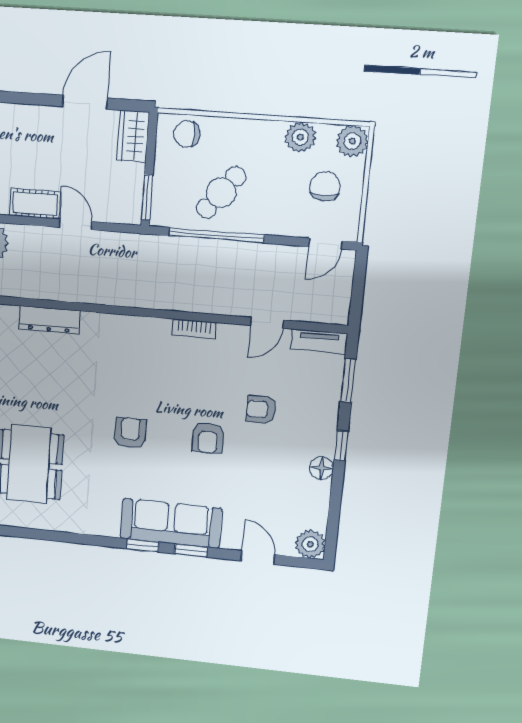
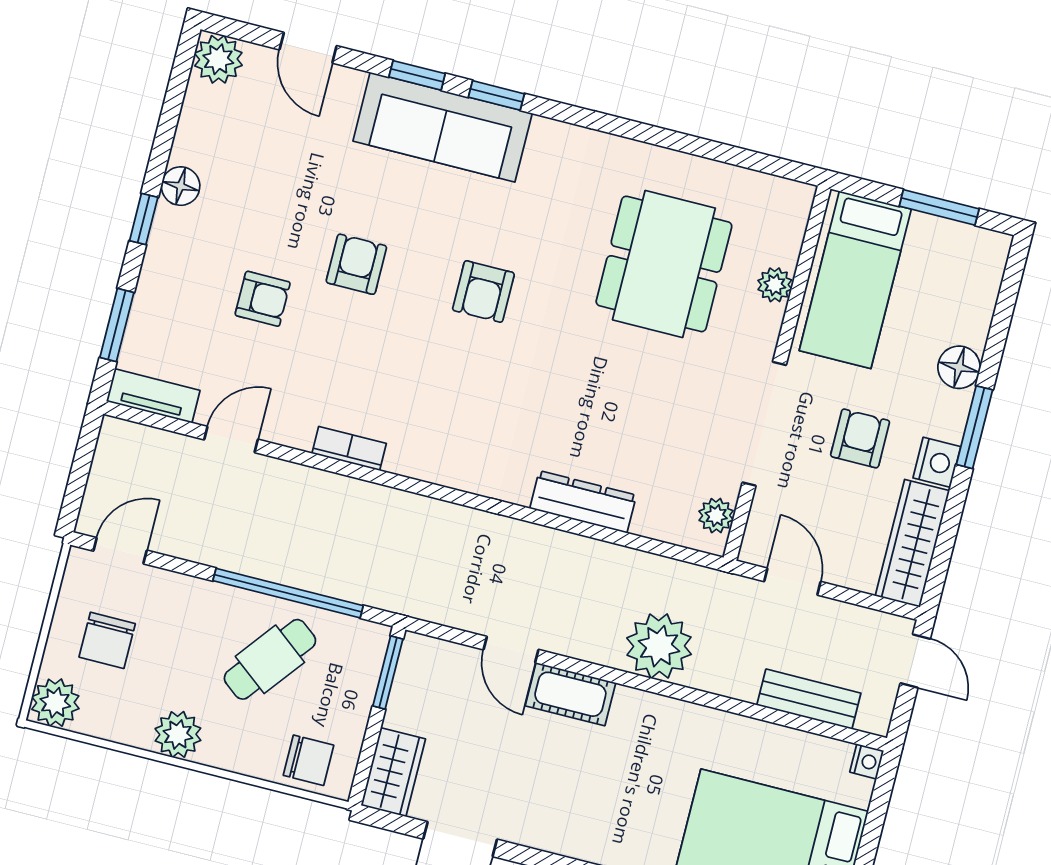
plant: (300, 137) -> (178, 734), moved

